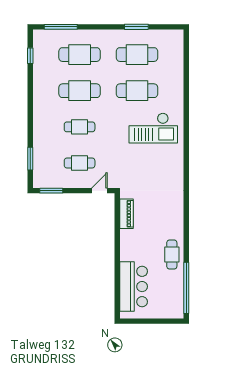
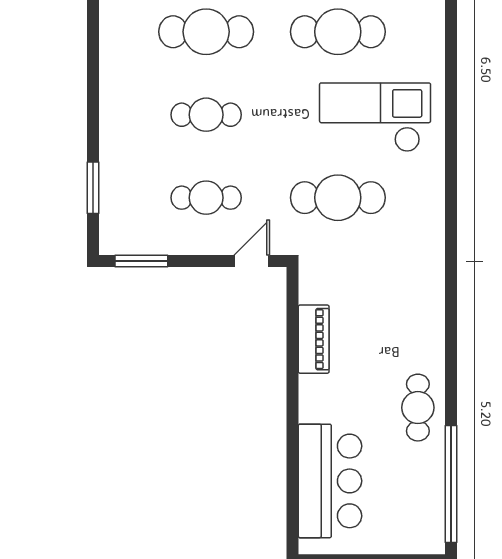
checkout: (153, 128) -> (375, 117), turned 180
cafe table: (137, 163) -> (338, 198), added
piano: (126, 214) -> (314, 339), moved

